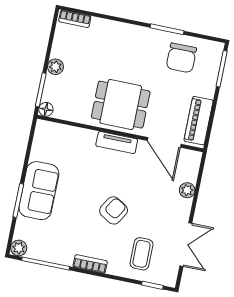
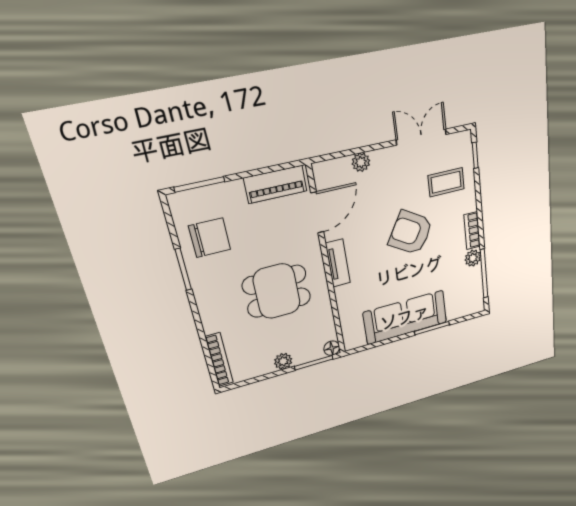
bookcase: (75, 19) -> (219, 360), width x1.56
dining table: (121, 105) -> (277, 291), moved, turned 90
sofa: (39, 191) -> (405, 317), width x1.36
armchair: (114, 210) -> (411, 233), width x1.38, depth x1.38
plant: (19, 248) -> (473, 258), moved

